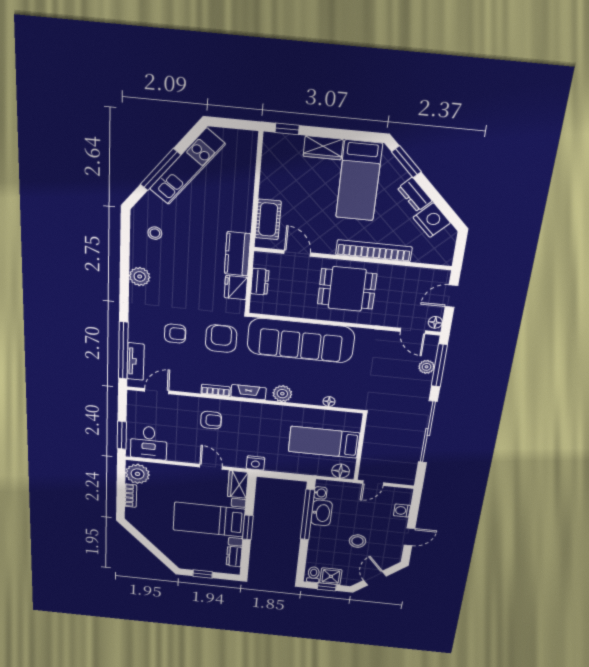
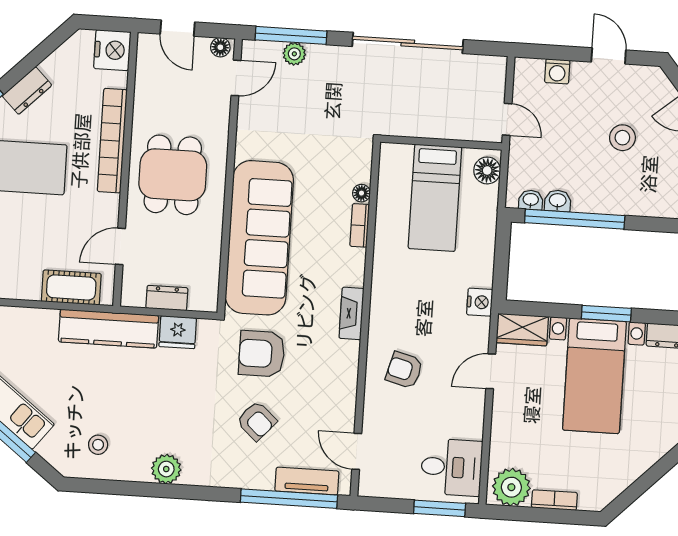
nightstand: (432, 220) -> (112, 50), moved, turned 135
kitchen counter: (237, 254) -> (109, 329), width x1.50
armchair: (175, 334) -> (257, 421), turned 132
bookcase: (216, 390) -> (360, 225), moved
plant: (282, 394) -> (351, 263), removed
armchair: (211, 420) -> (404, 370), turned -75
washbasin: (322, 513) -> (558, 201), width x0.52, depth x0.69

